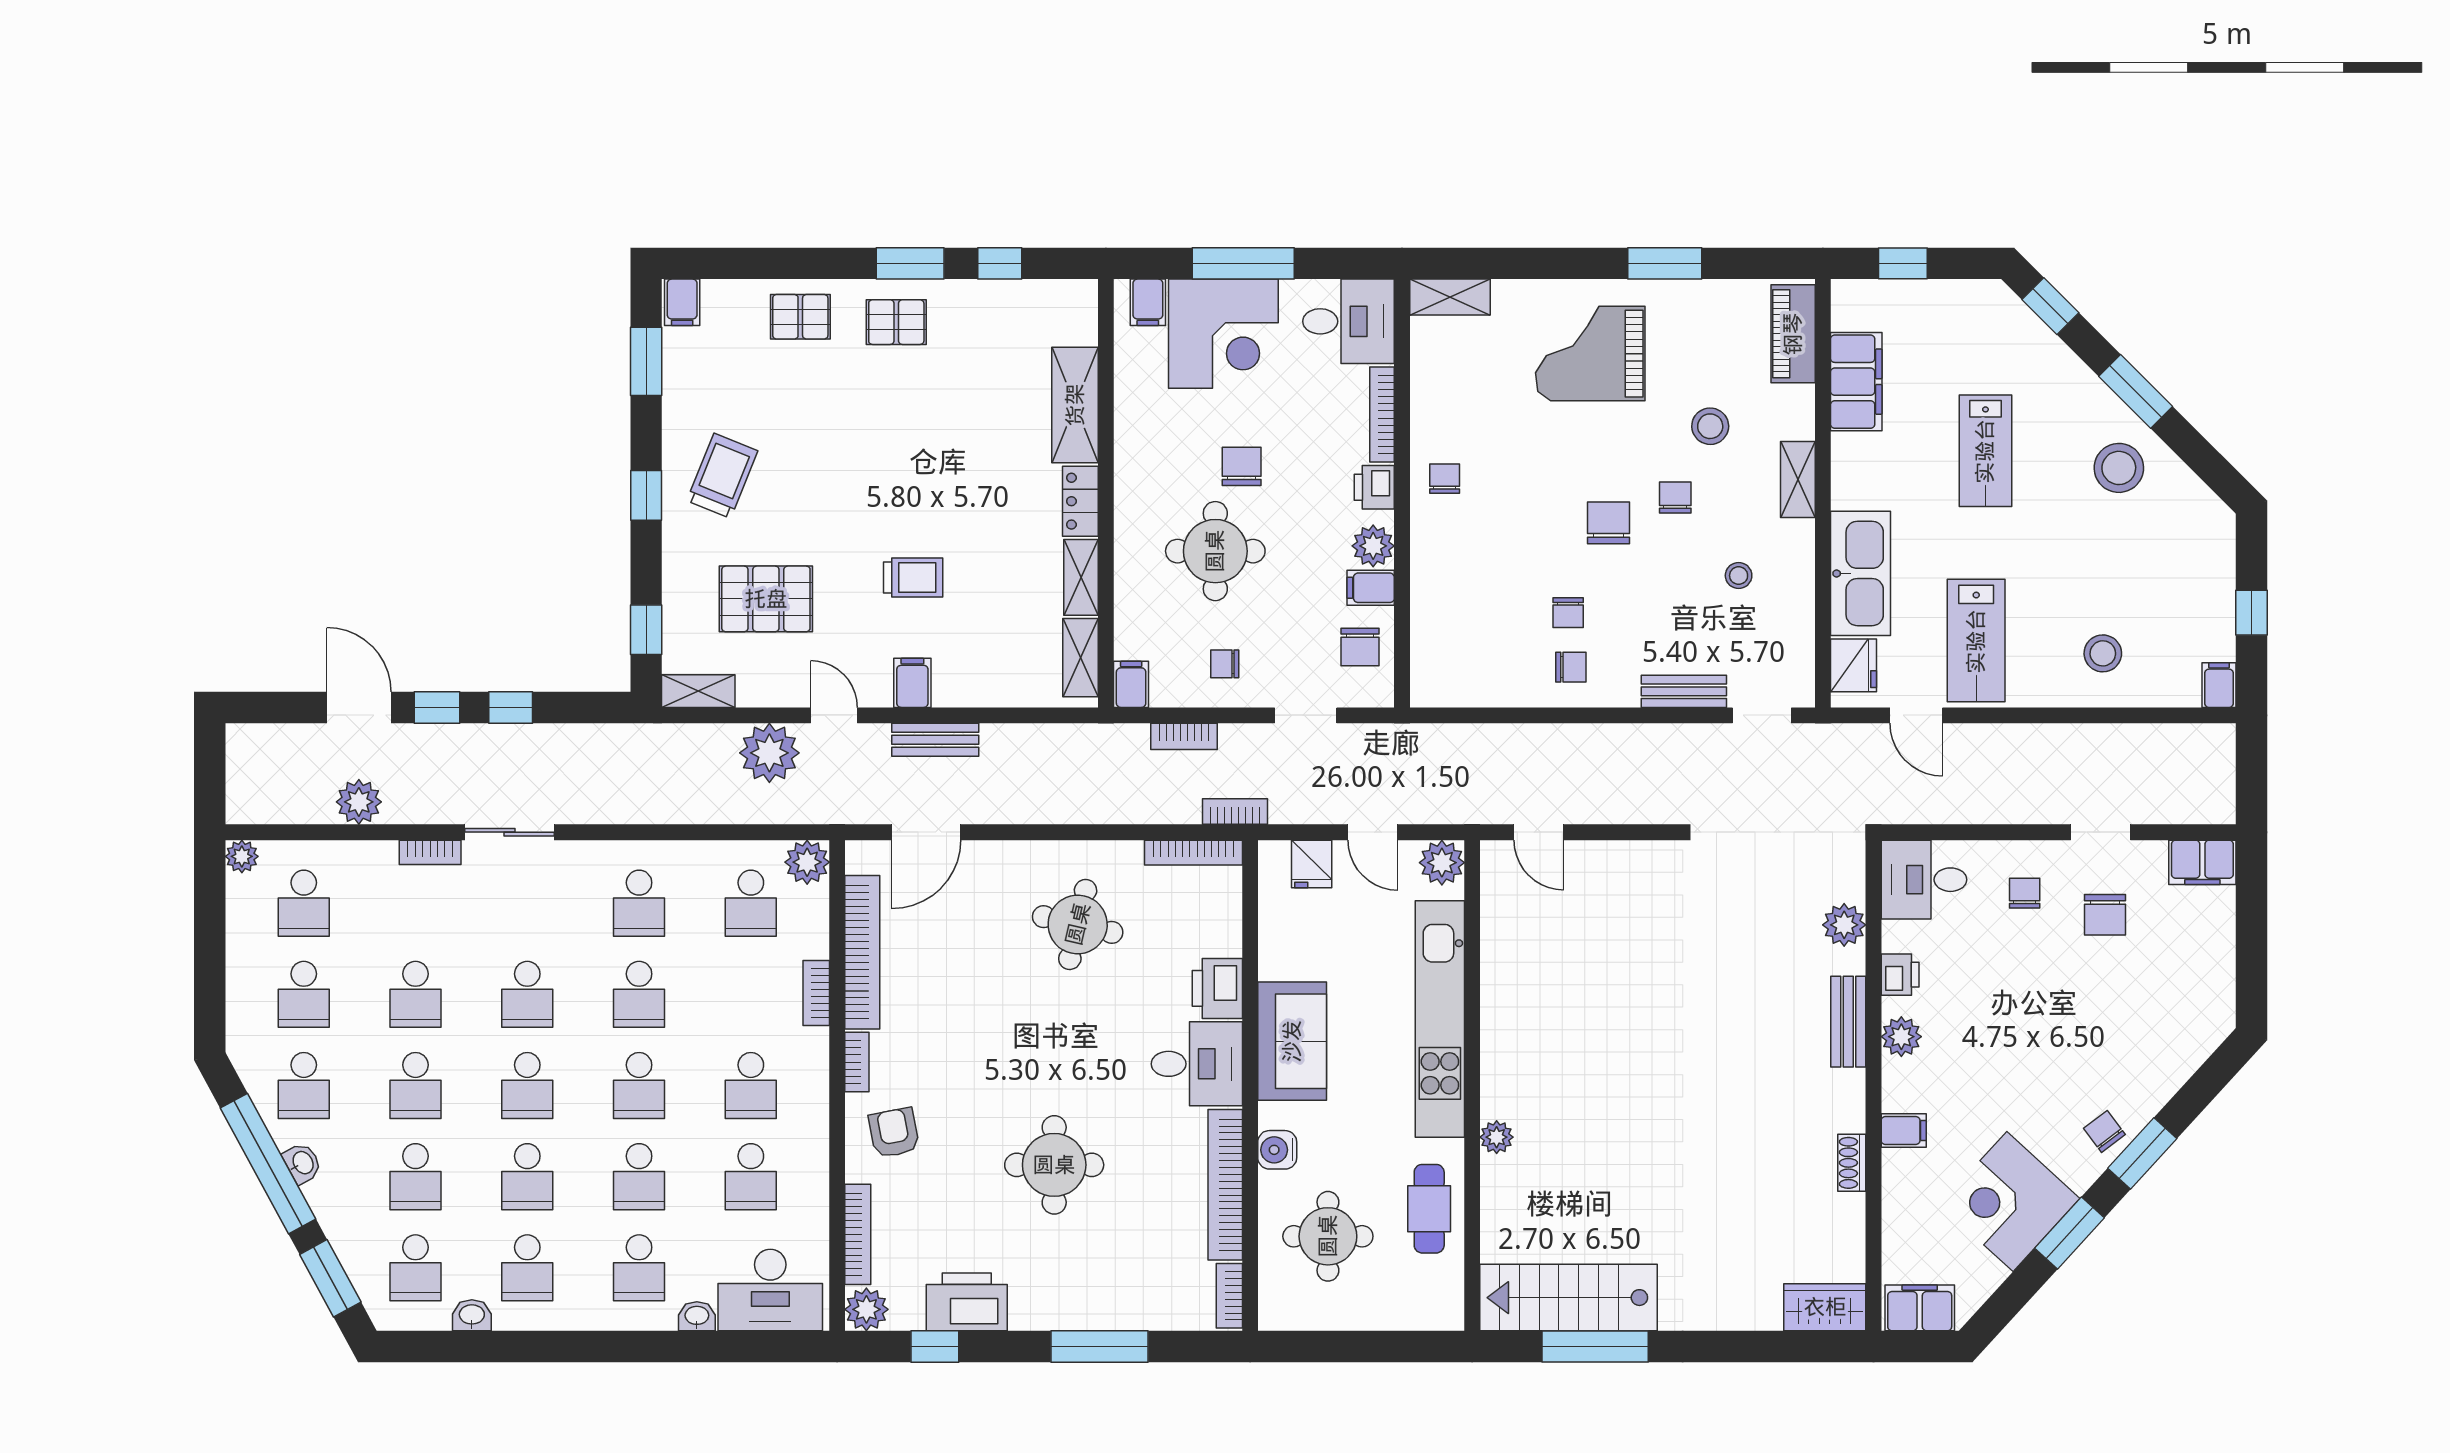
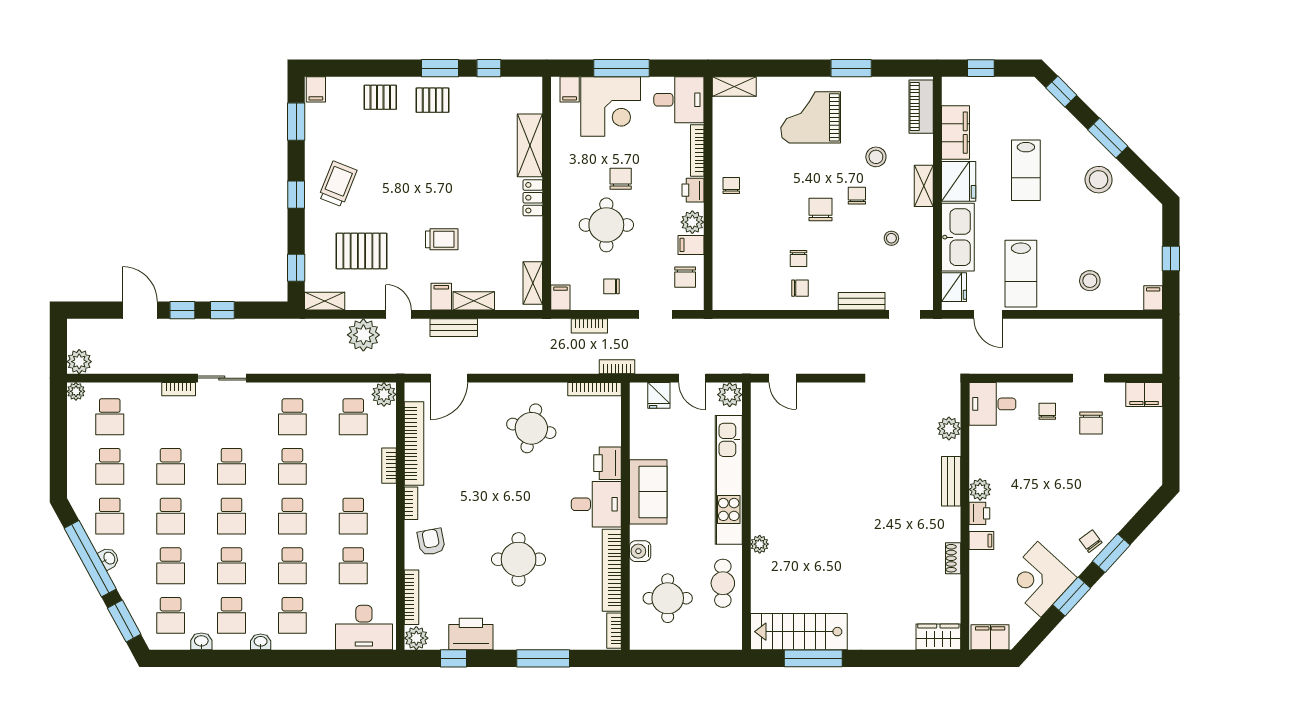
fridge: (1862, 471) -> (959, 181), added
shelving: (1081, 577) -> (474, 301), moved, turned 90
plant: (359, 802) -> (79, 362), moved
printer: (1900, 975) -> (979, 513), moved
washbasin: (697, 1316) -> (261, 642), moved

